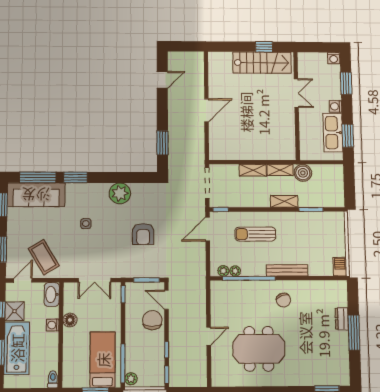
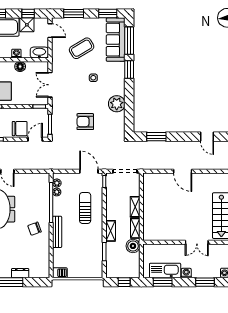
window: (349, 184) -> (124, 282), added
coffee table: (44, 257) -> (82, 48), moved

